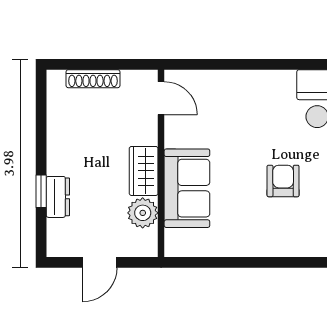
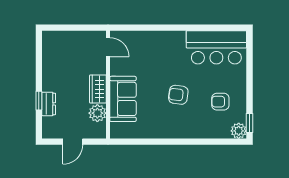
shoe rack: (93, 79) -> (69, 36), removed
armchair: (283, 181) -> (178, 95), turned -83

